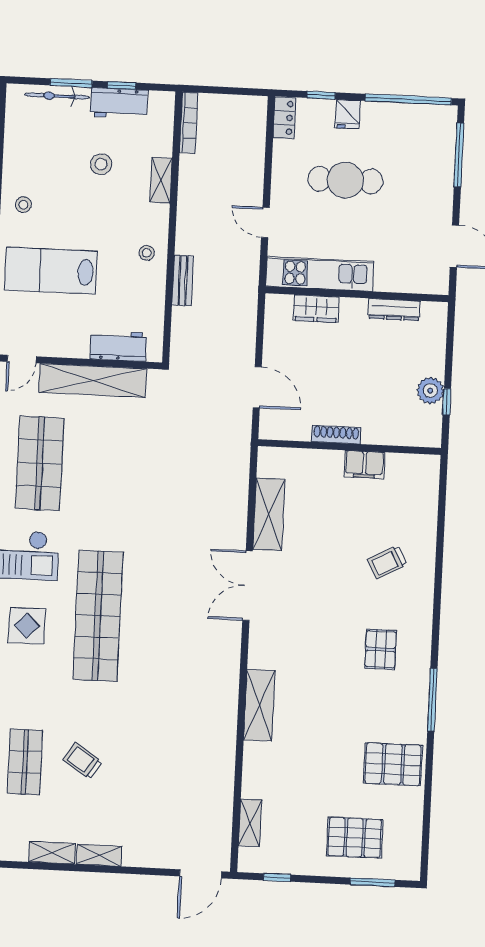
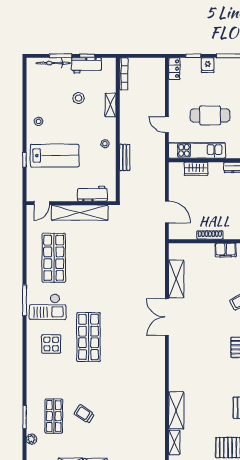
cafe table: (345, 180) -> (210, 115), moved
lab bench: (51, 271) -> (55, 156), turned 180
shop shelf: (98, 616) -> (89, 337), width x0.71
shelving: (259, 705) -> (176, 410), moved

